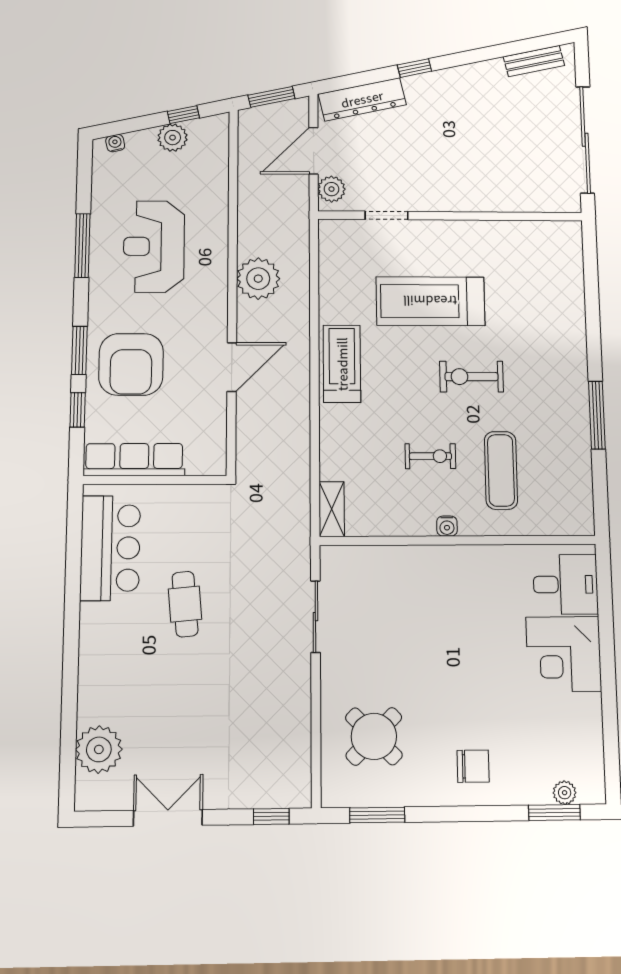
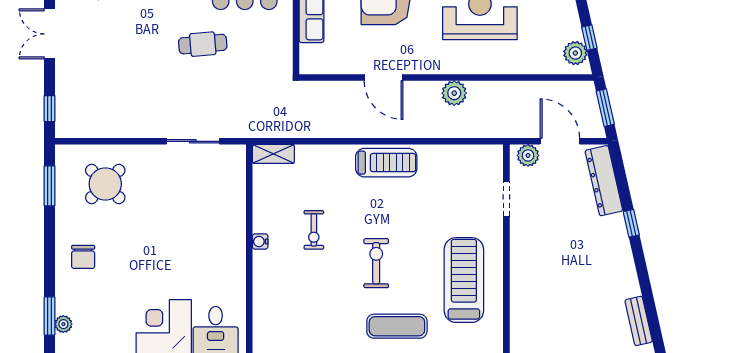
plant: (173, 138) -> (575, 53), moved
plant: (258, 279) -> (454, 93), width x0.73, depth x0.73
treadmill: (430, 301) -> (464, 280), moved
exercise mat: (501, 470) -> (397, 326), moved
double door: (168, 818) -> (49, 34), swing flipped

